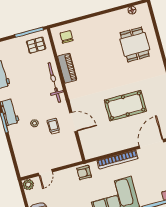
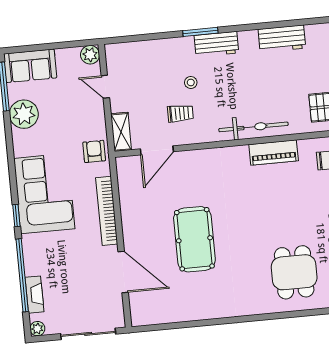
dining table: (135, 44) -> (294, 272), turned 90
door: (73, 122) -> (157, 150), moved
shelving: (70, 159) -> (121, 132), added

